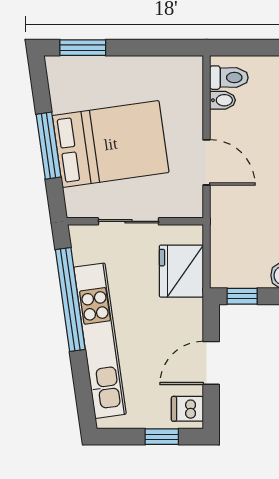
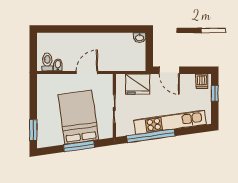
window: (242, 296) -> (149, 56), removed
door: (211, 363) -> (169, 70), moved

